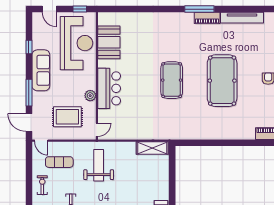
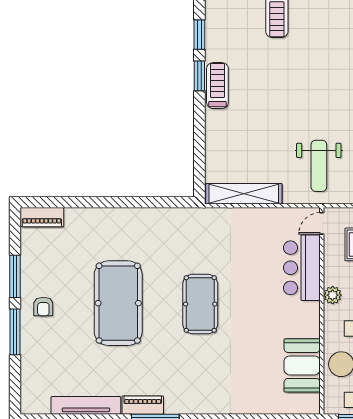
bar counter: (109, 88) -> (302, 268), moved
plant: (90, 96) -> (333, 295), moved
shelving: (152, 148) -> (244, 194), width x1.47

